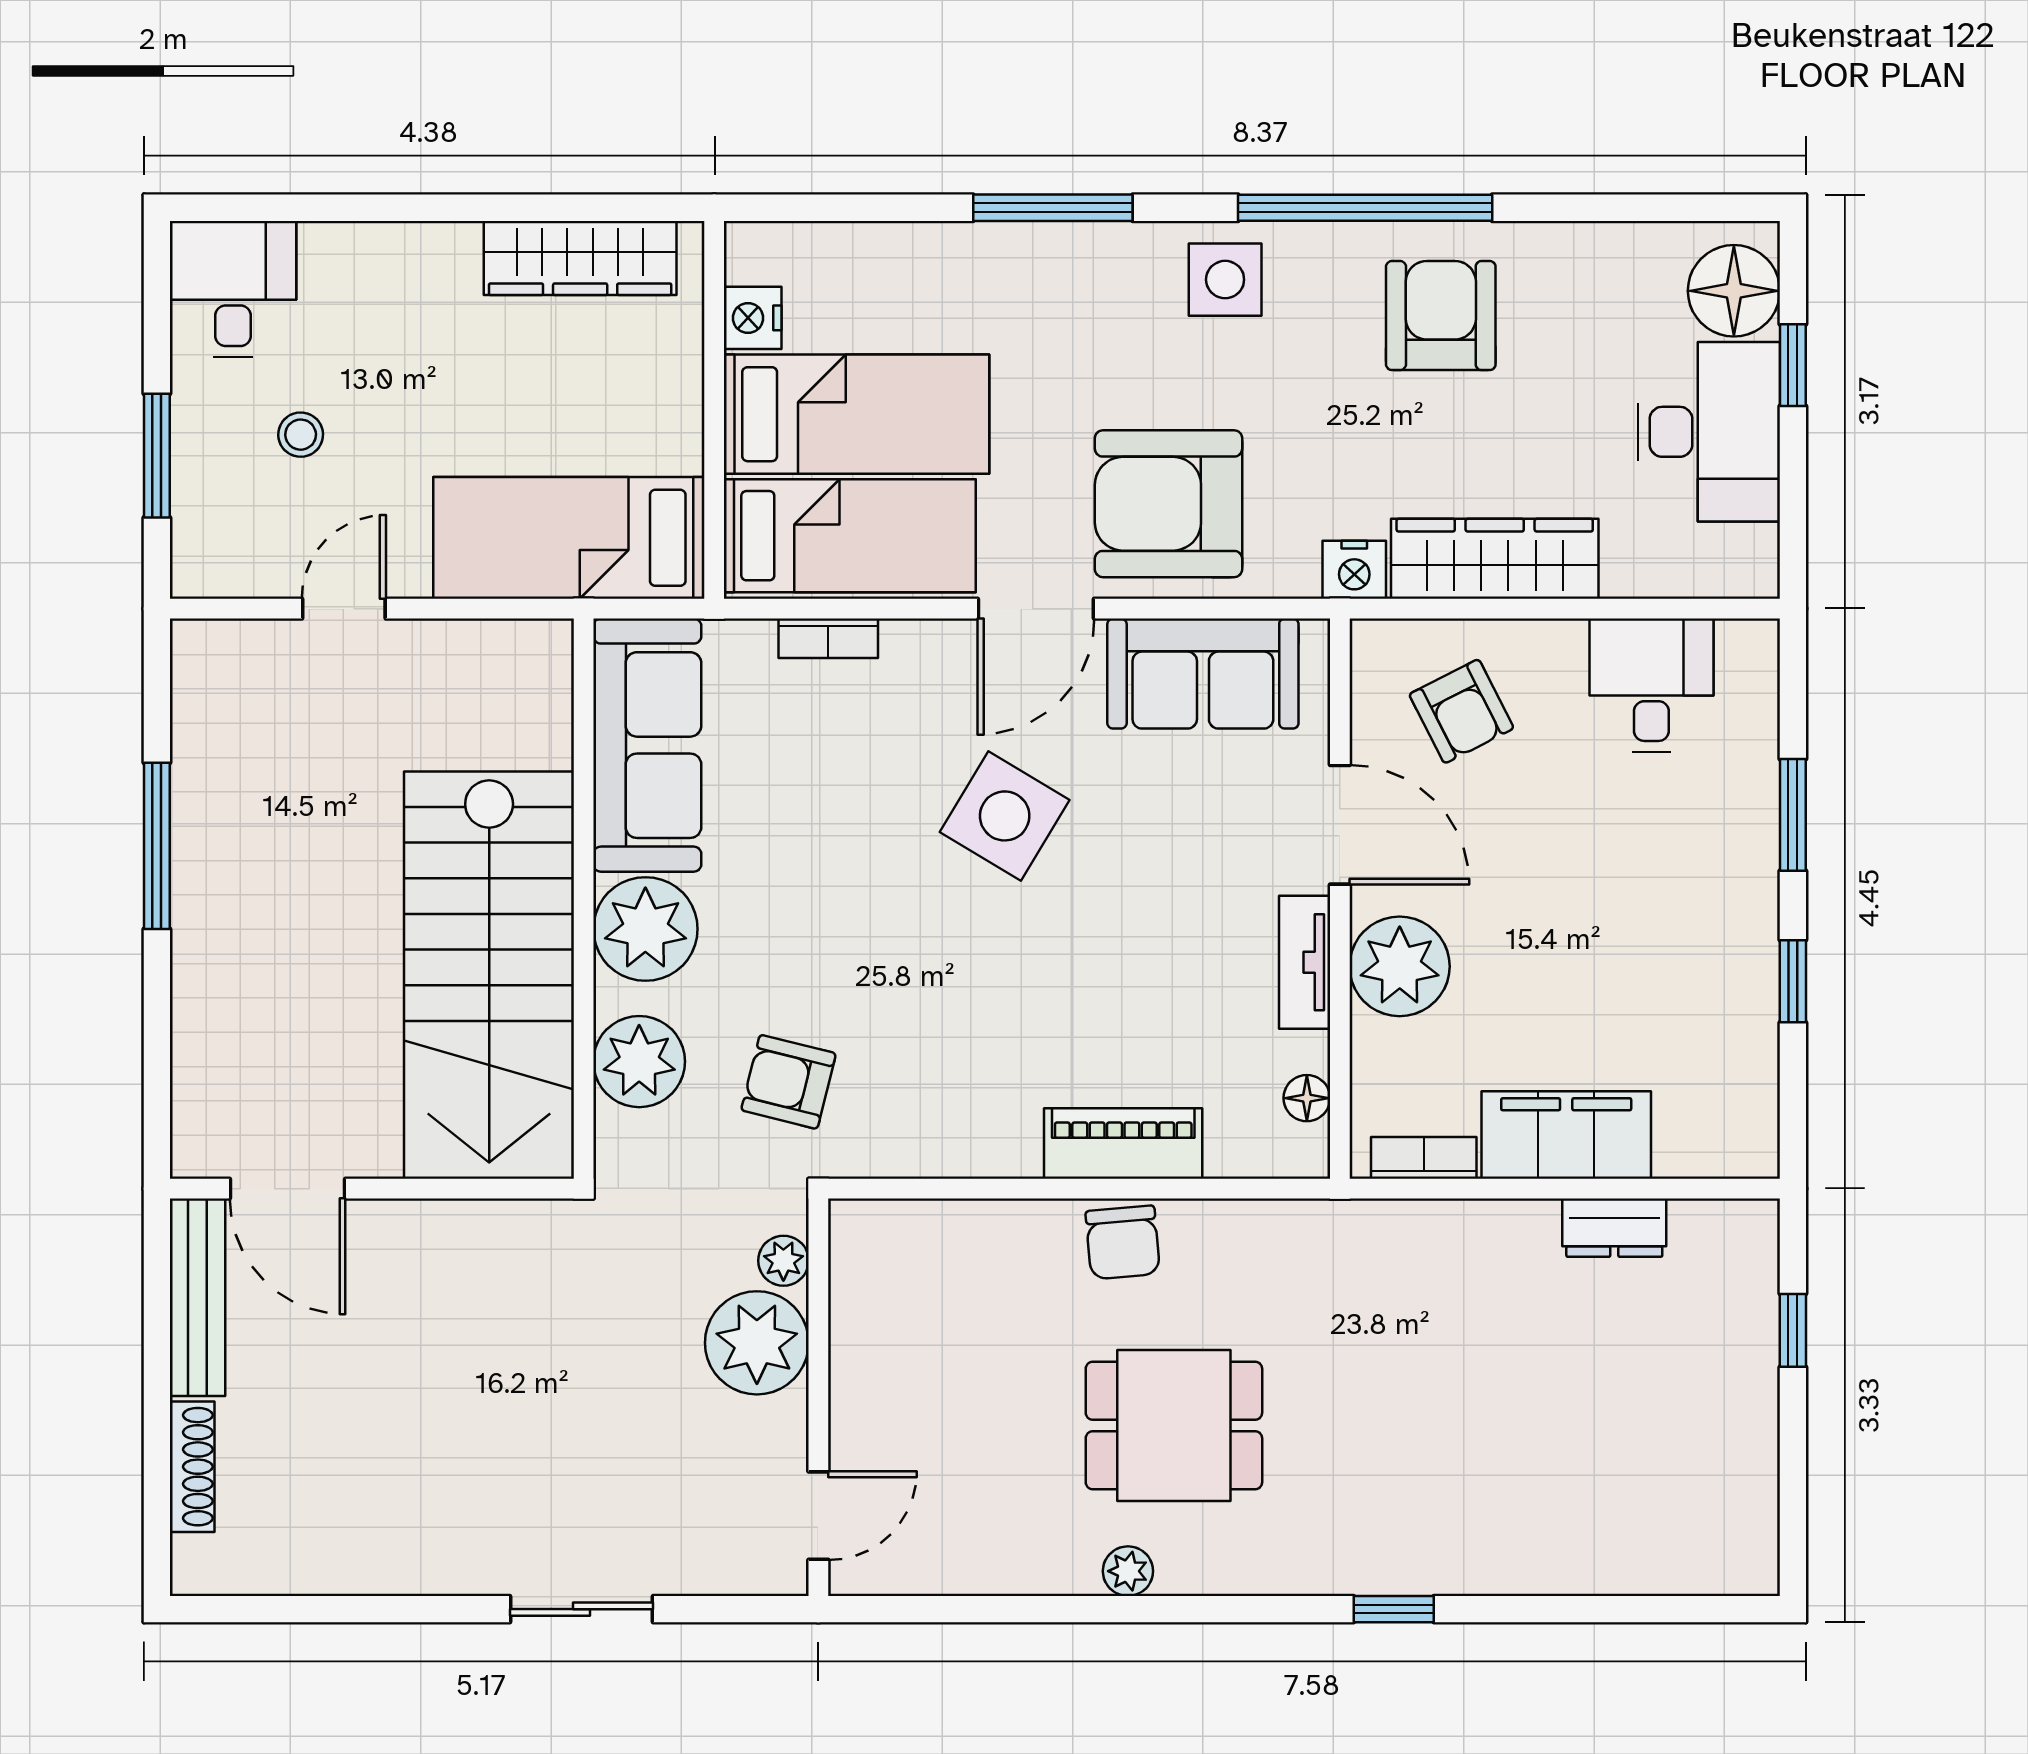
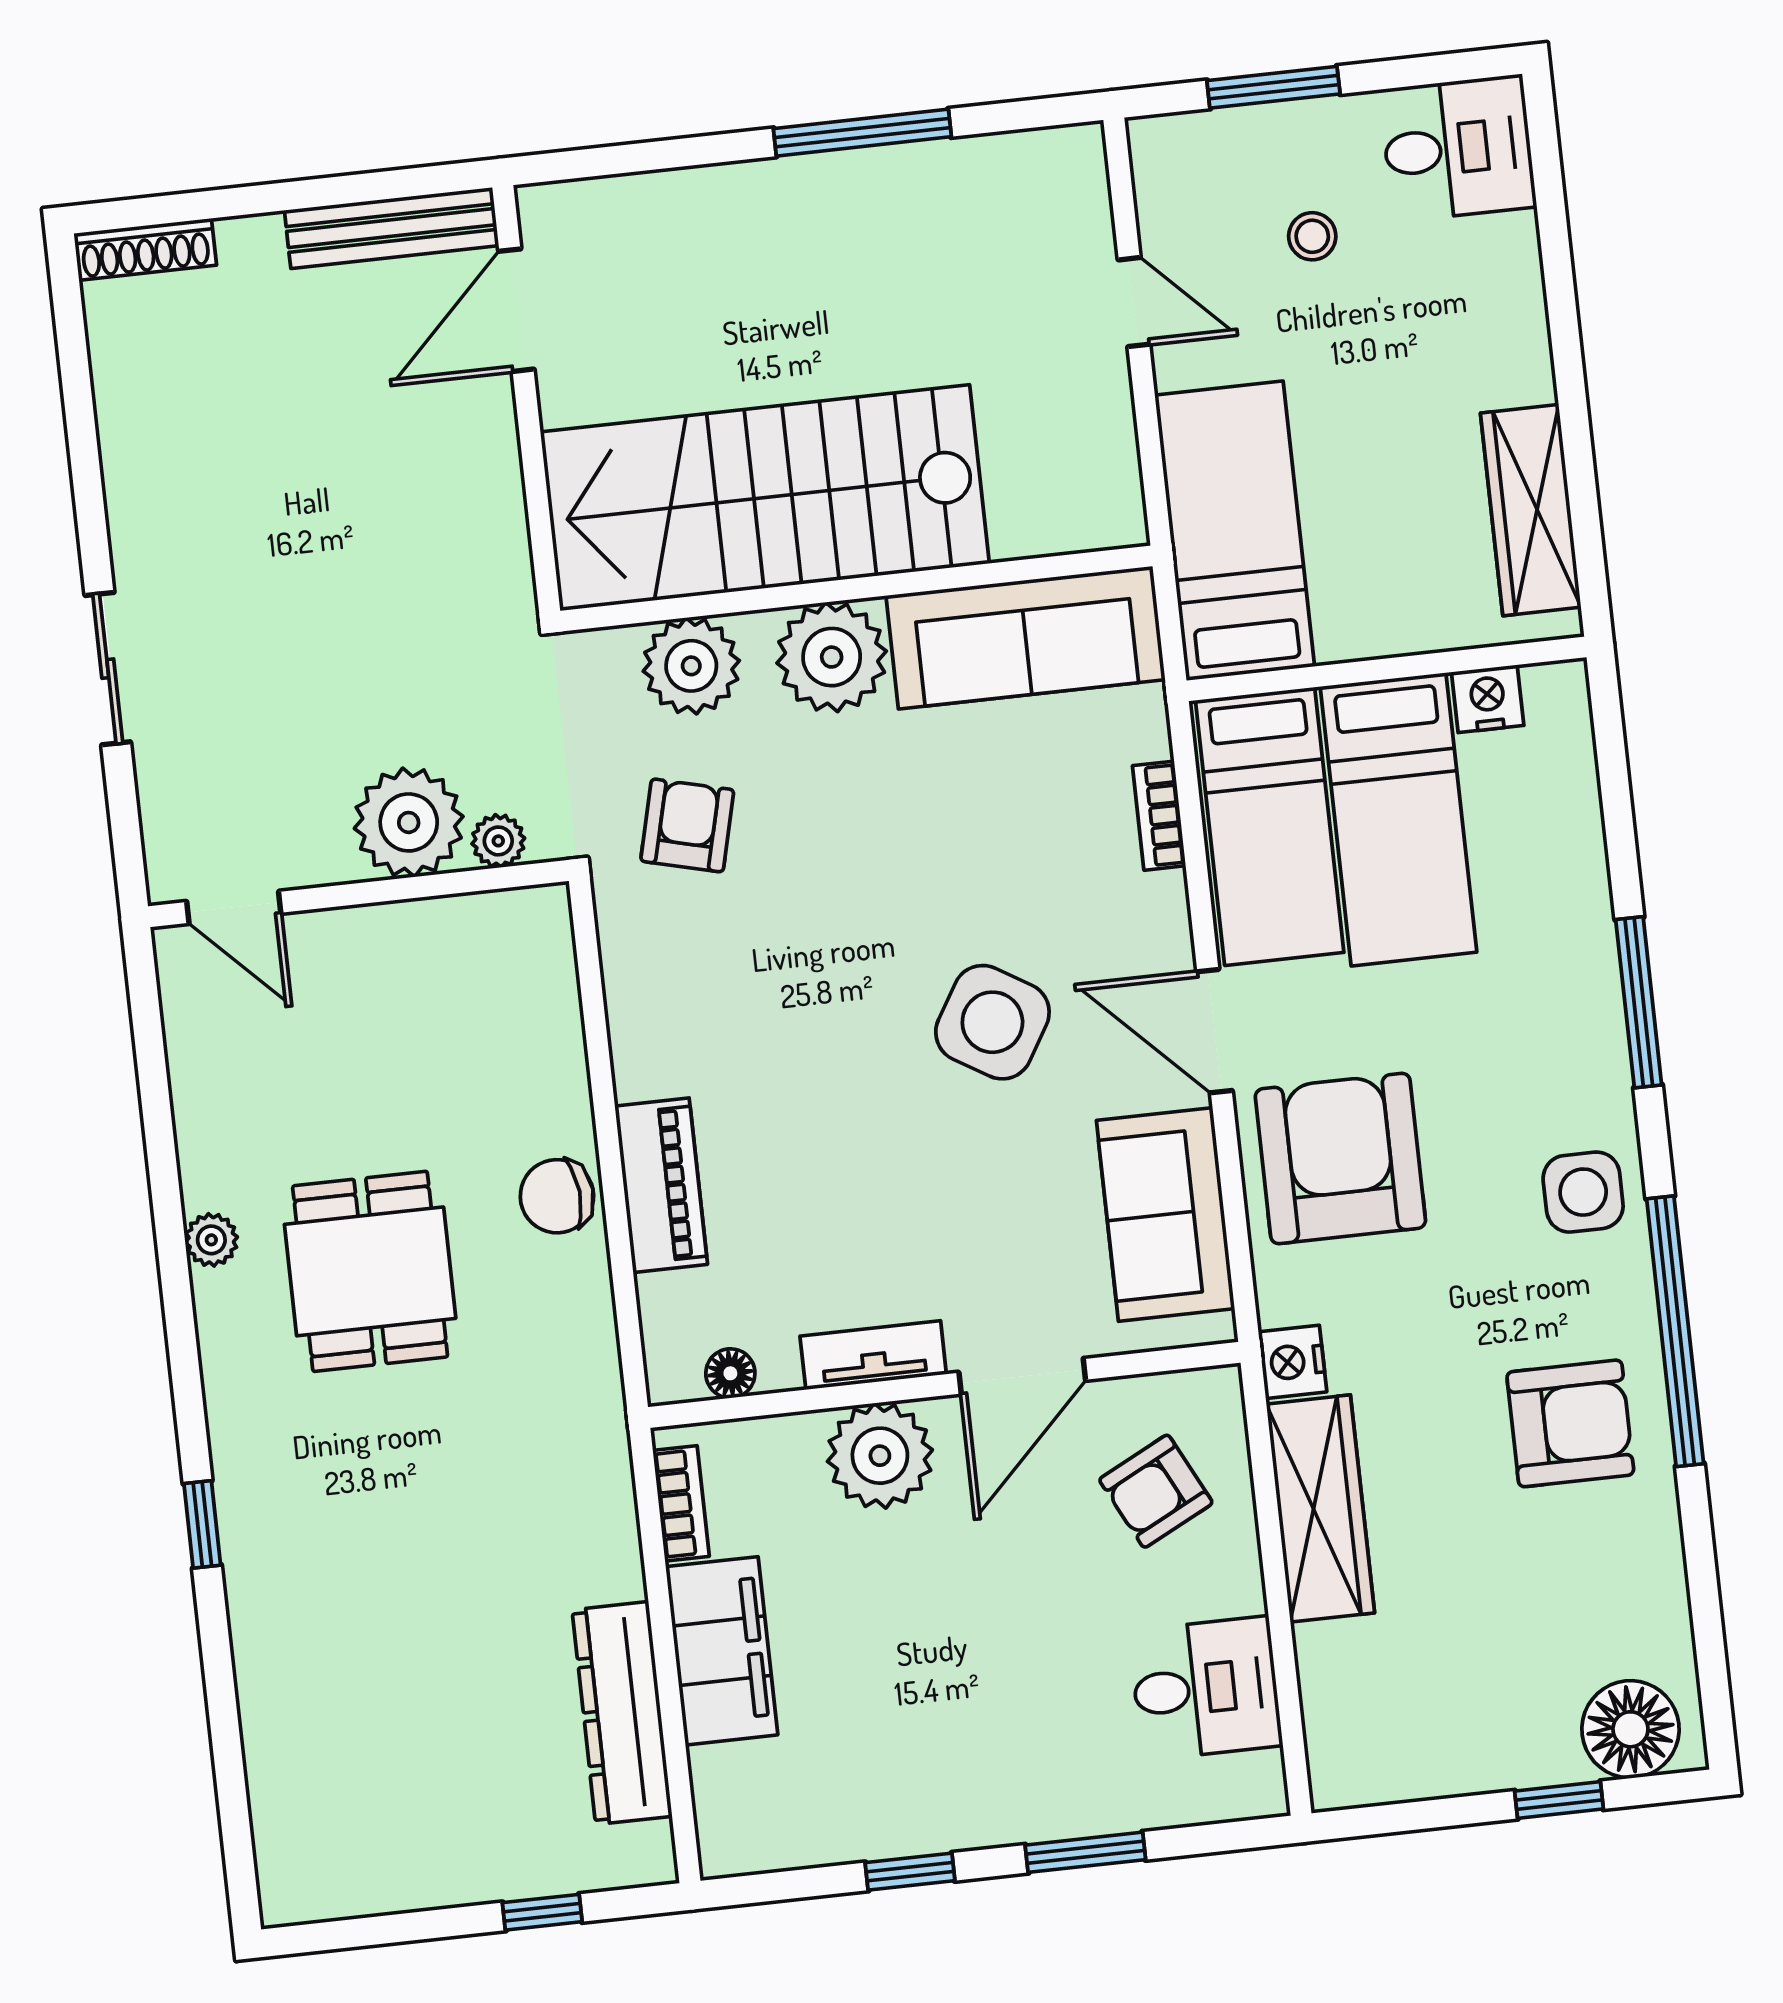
desk: (1709, 432) -> (1479, 1720), removed
dresser: (1614, 1228) -> (622, 1713), width x1.96, depth x1.24
shoe rack: (192, 1467) -> (145, 249), moved

